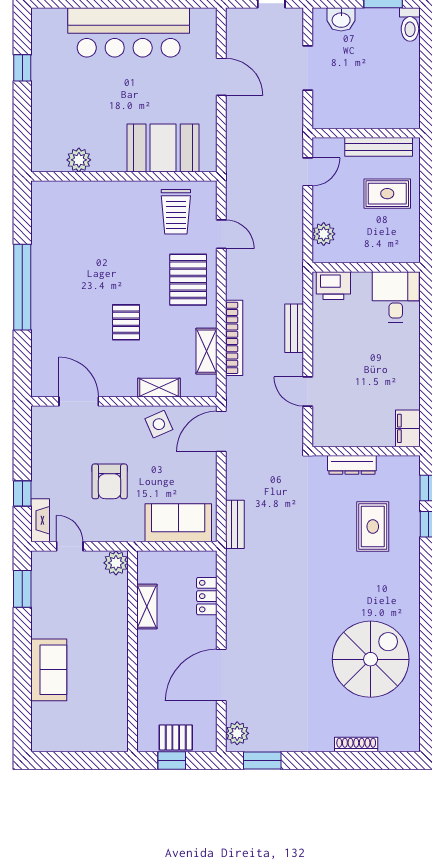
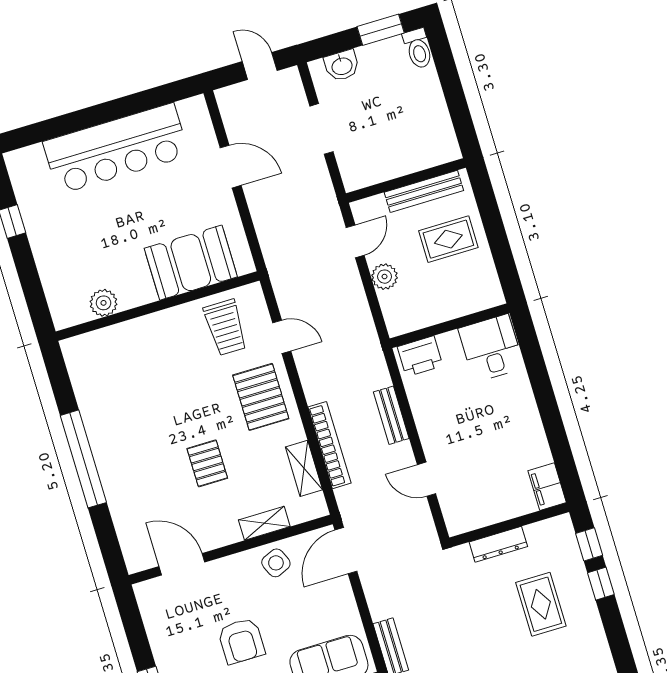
plant: (324, 234) -> (385, 277), moved

